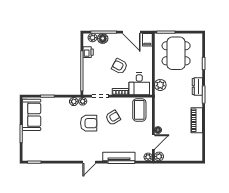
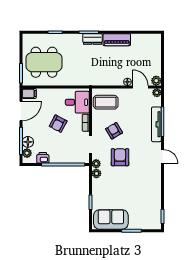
plant: (160, 85) -> (78, 79), removed
dresser: (197, 86) -> (92, 39), moved

